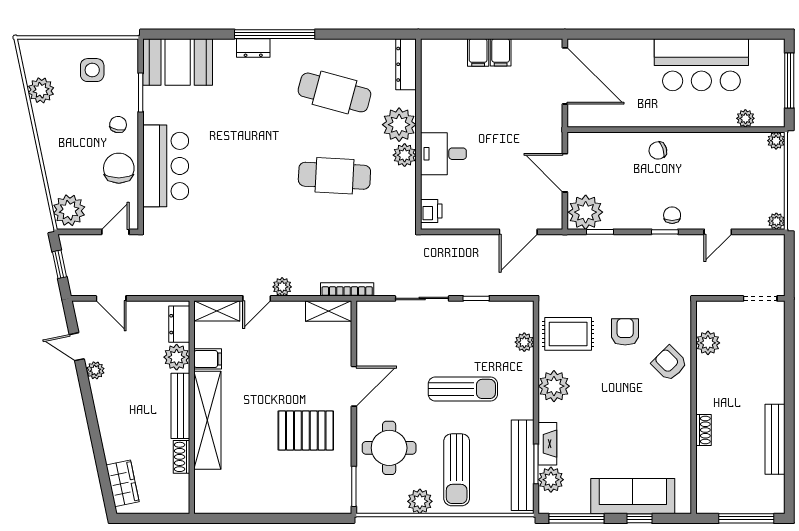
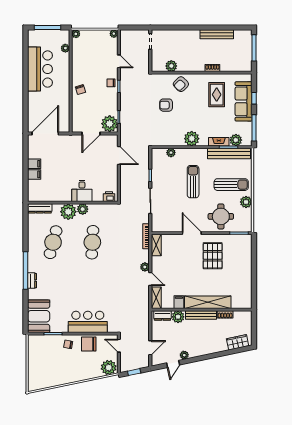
side table: (92, 70) -> (42, 357), removed
plant: (41, 90) -> (52, 381), removed
rug: (568, 334) -> (217, 95), moved

